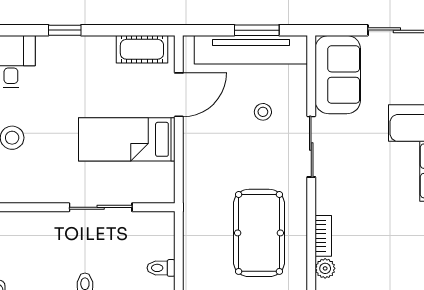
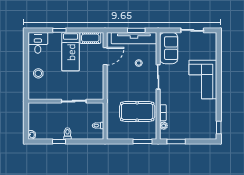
bed: (127, 139) -> (71, 52), moved, turned -90
pool table: (259, 233) -> (137, 112), turned 90

